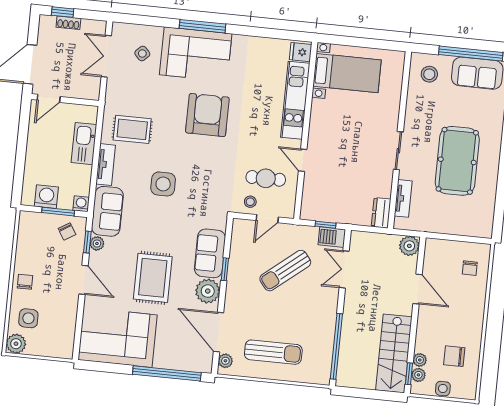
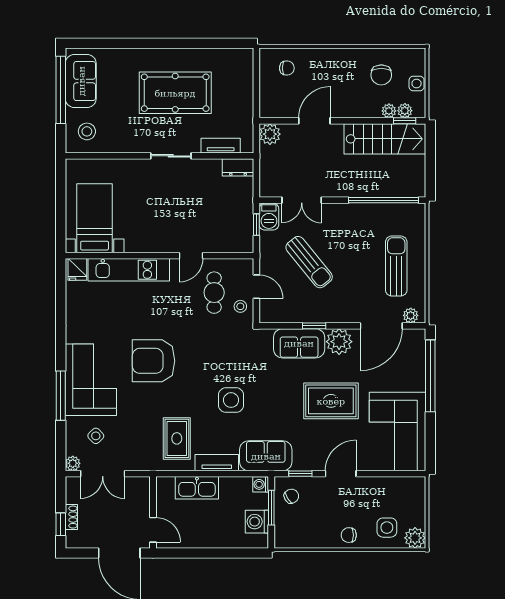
window: (203, 26) -> (61, 396), moved
plant: (97, 243) -> (73, 463), moved

